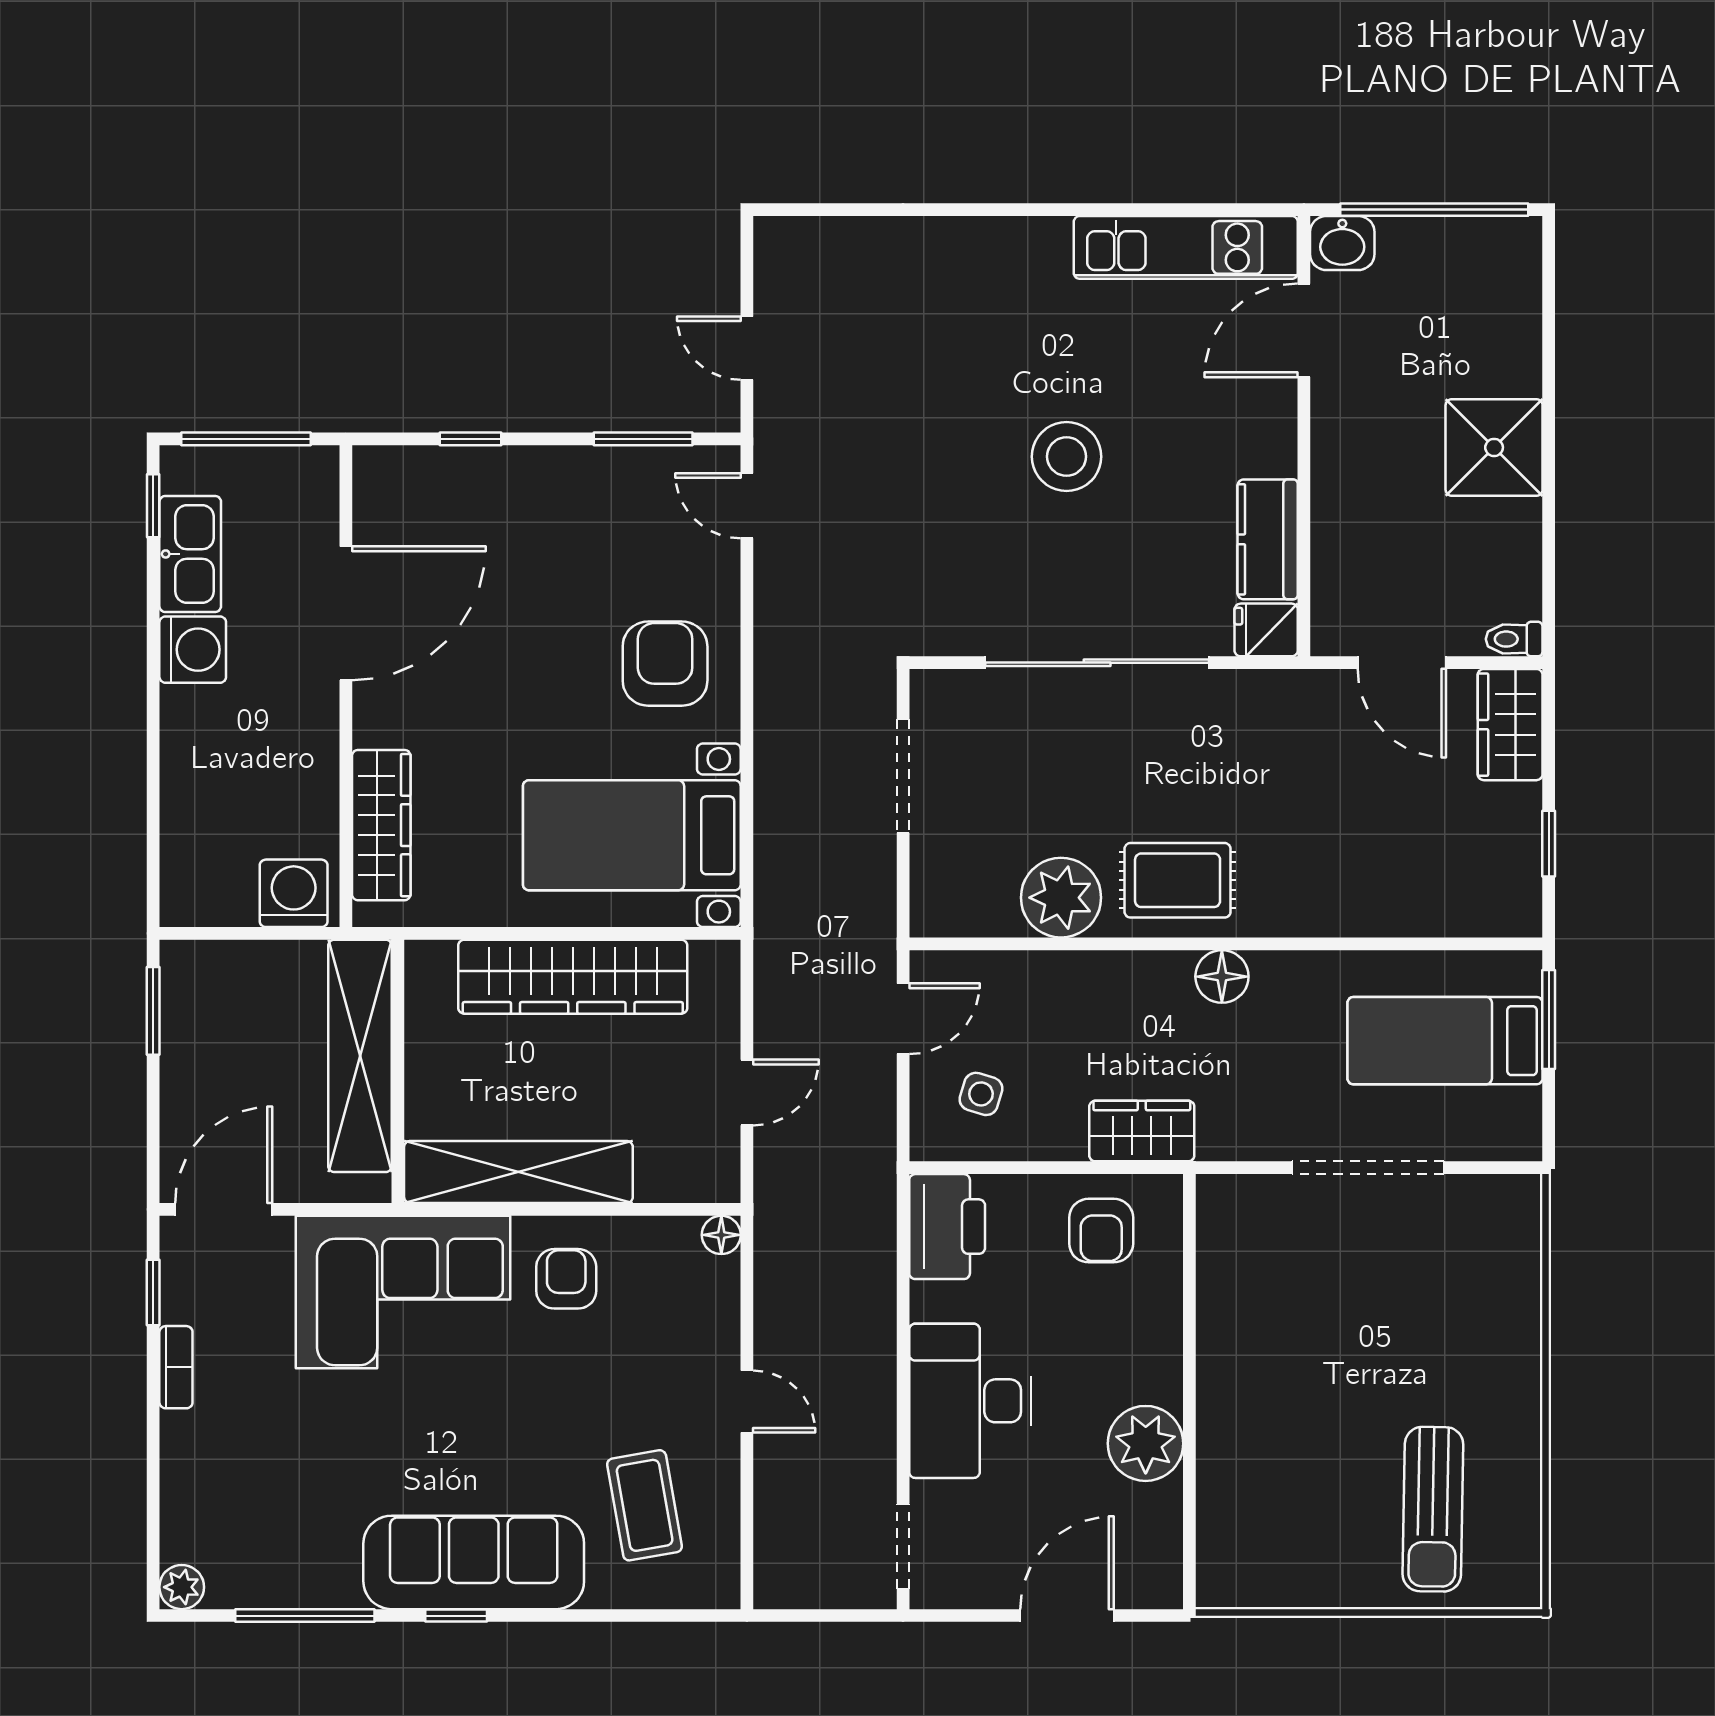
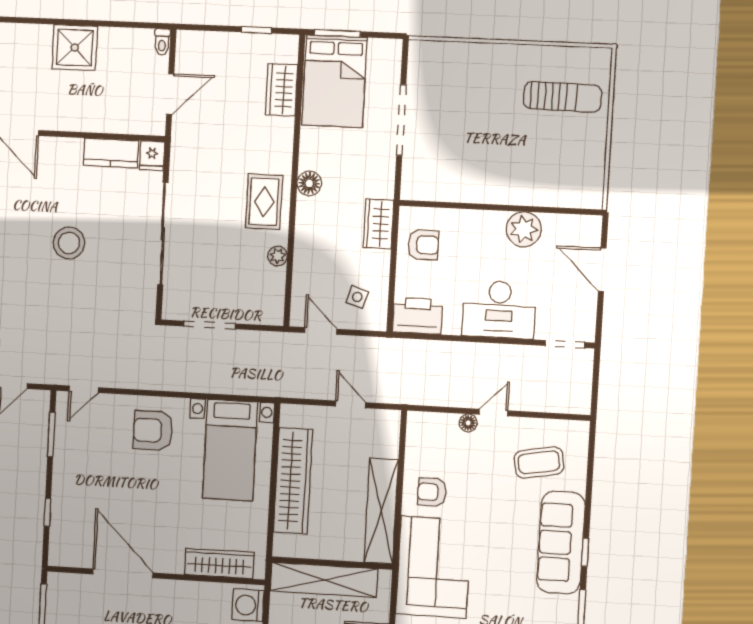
wardrobe: (1510, 725) -> (282, 90), moved, turned 90
plant: (1061, 898) -> (278, 256), width x0.53, depth x0.53
bed: (1445, 1041) -> (334, 81), width x1.50
floor lamp: (721, 1235) -> (468, 423), moved

